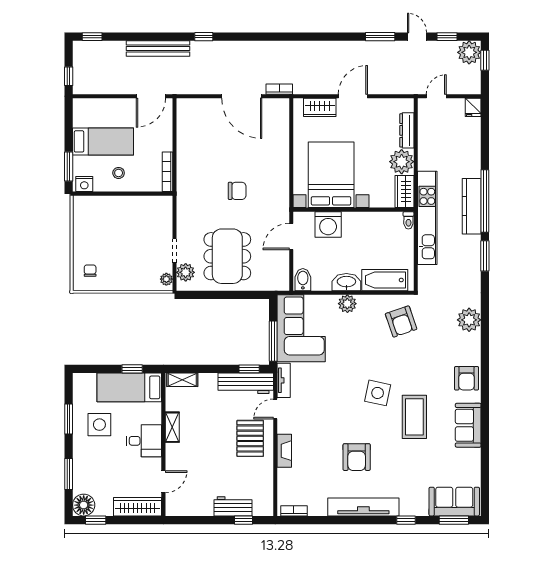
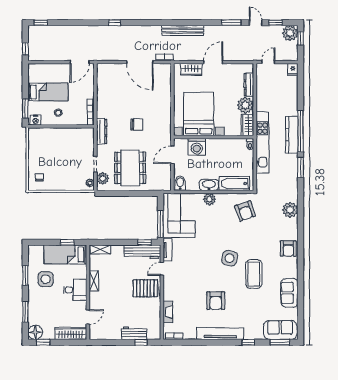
bench: (158, 49) -> (183, 30), moved
dresser: (184, 201) -> (102, 131), added
sofa: (468, 425) -> (289, 293), moved
pallet: (250, 438) -> (145, 288), turned 90
fireplace: (284, 451) -> (168, 312), moved

